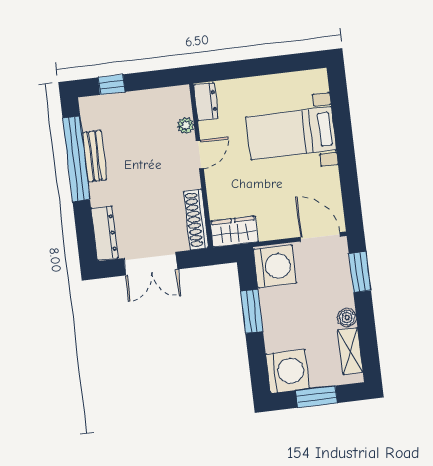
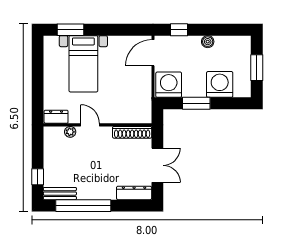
window: (340, 108) -> (71, 30), added
bench: (94, 156) -> (60, 194), moved
wardrobe: (234, 232) -> (143, 108), removed
window: (360, 272) -> (179, 30), width x0.67
shelving: (350, 351) -> (230, 42), removed
washing machine: (288, 371) -> (220, 84), moved

